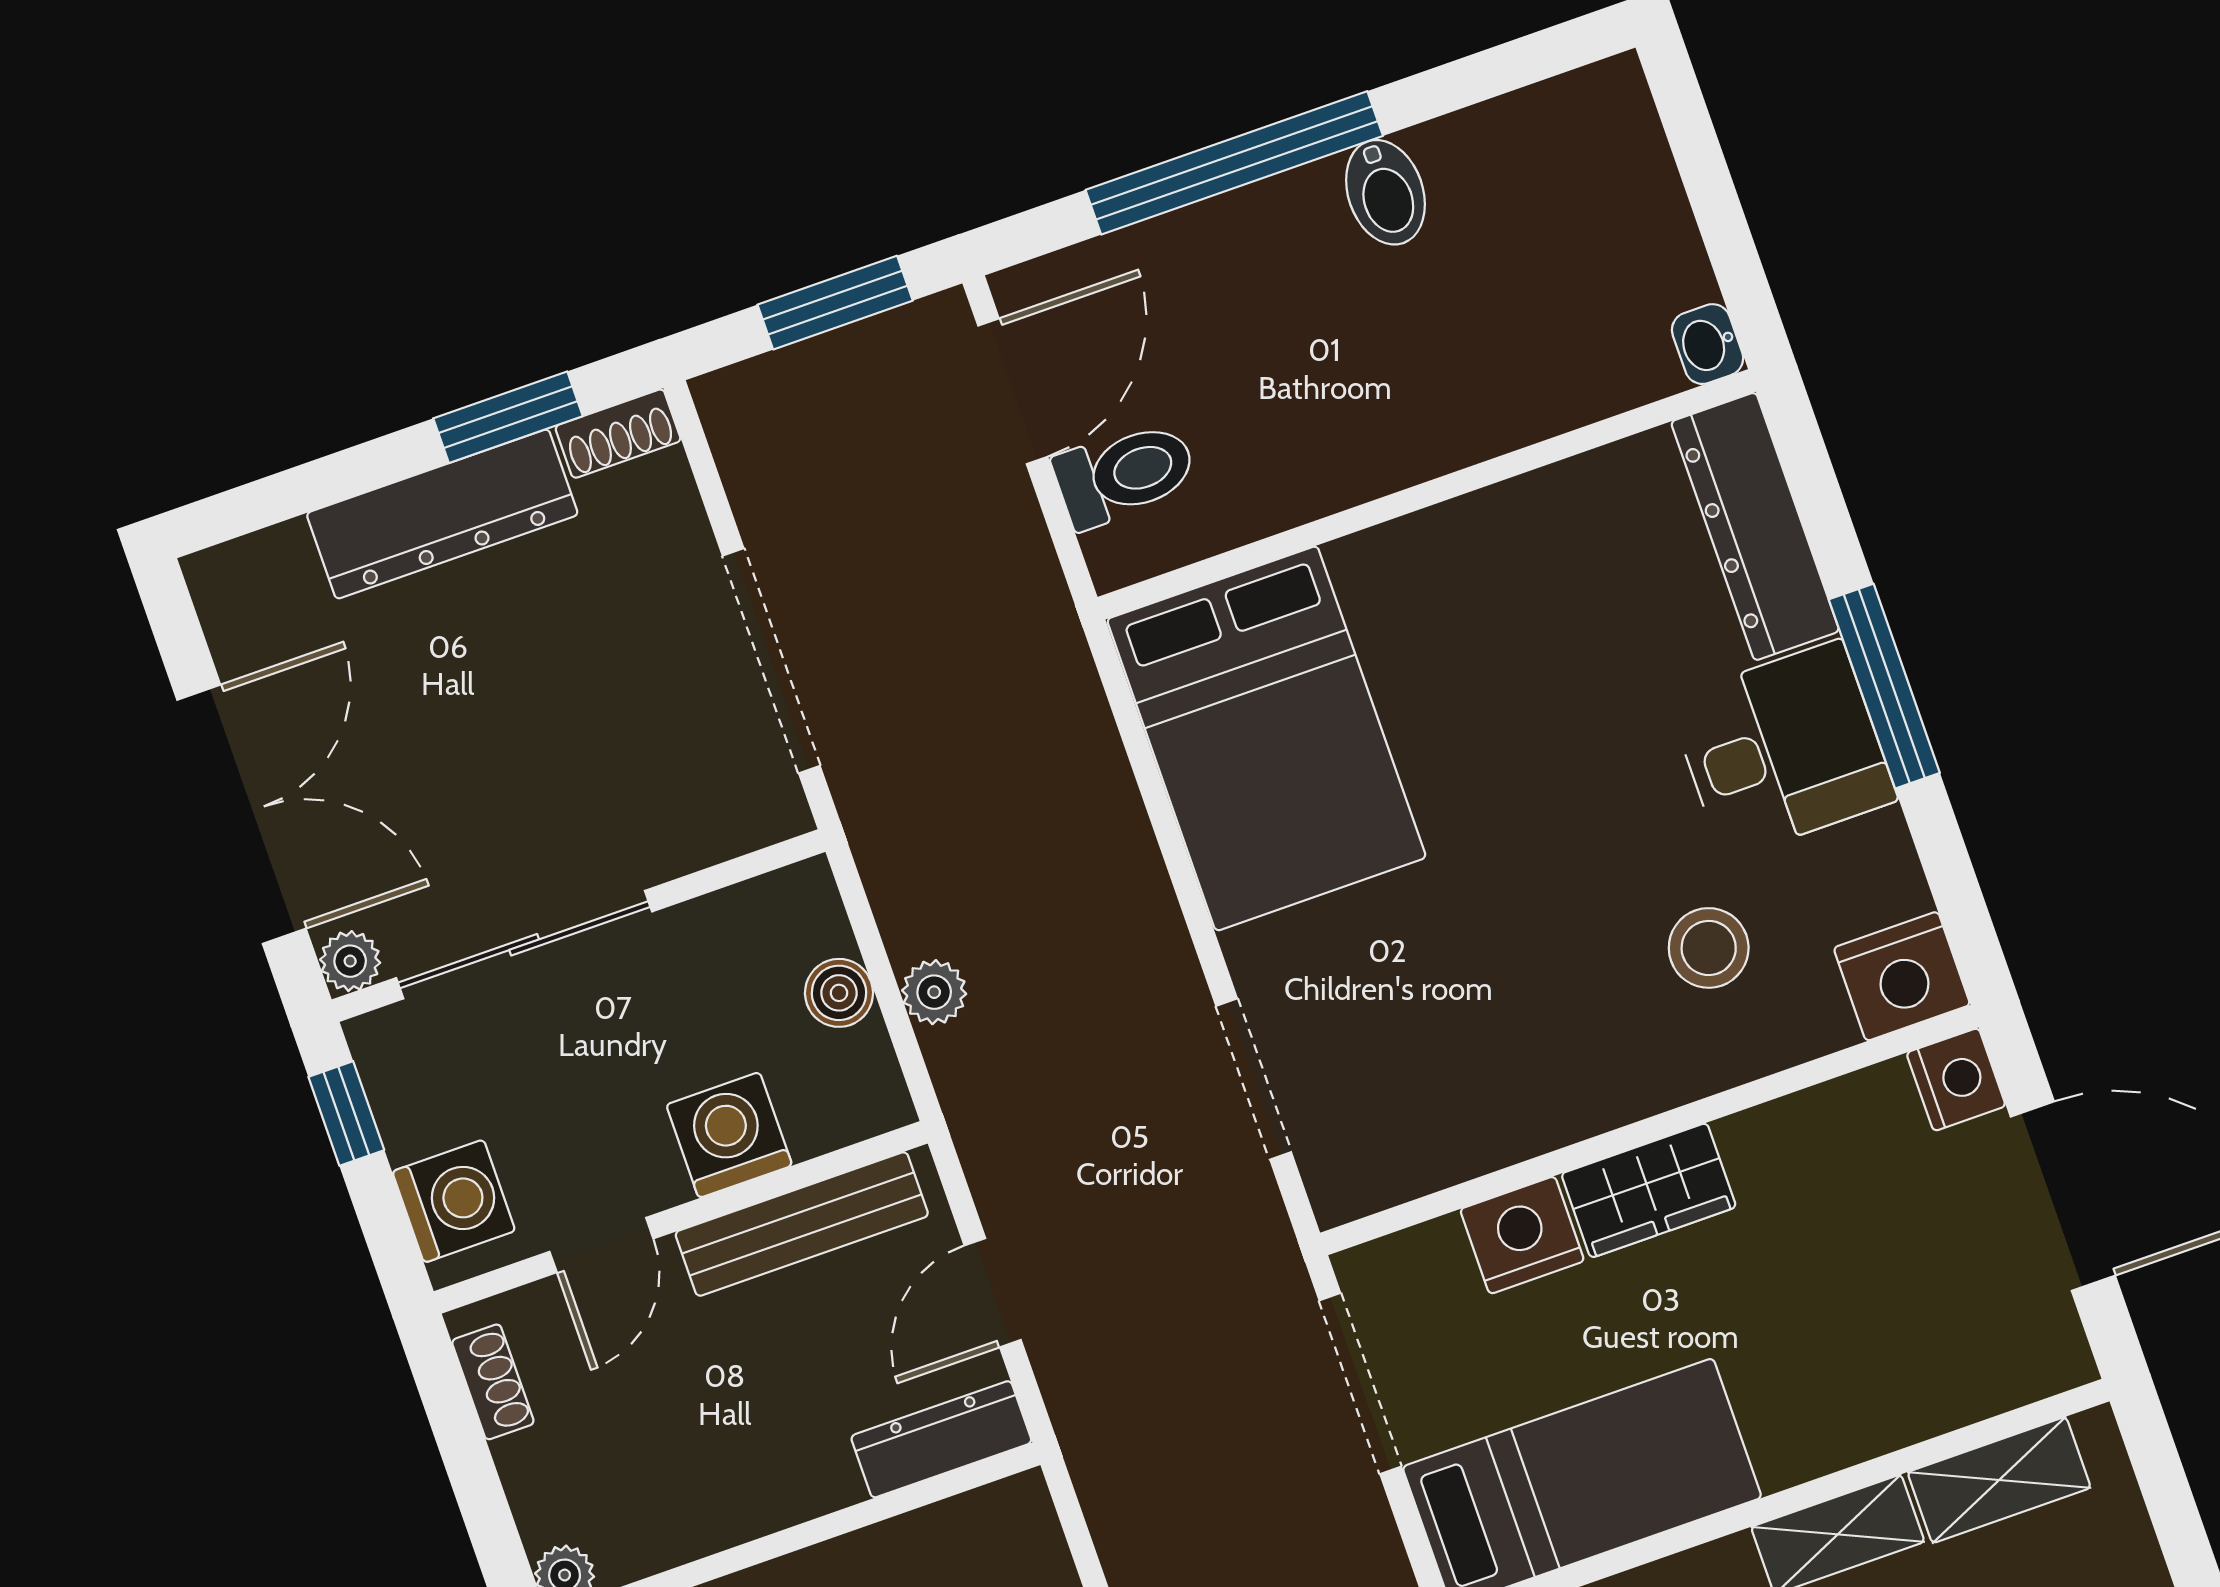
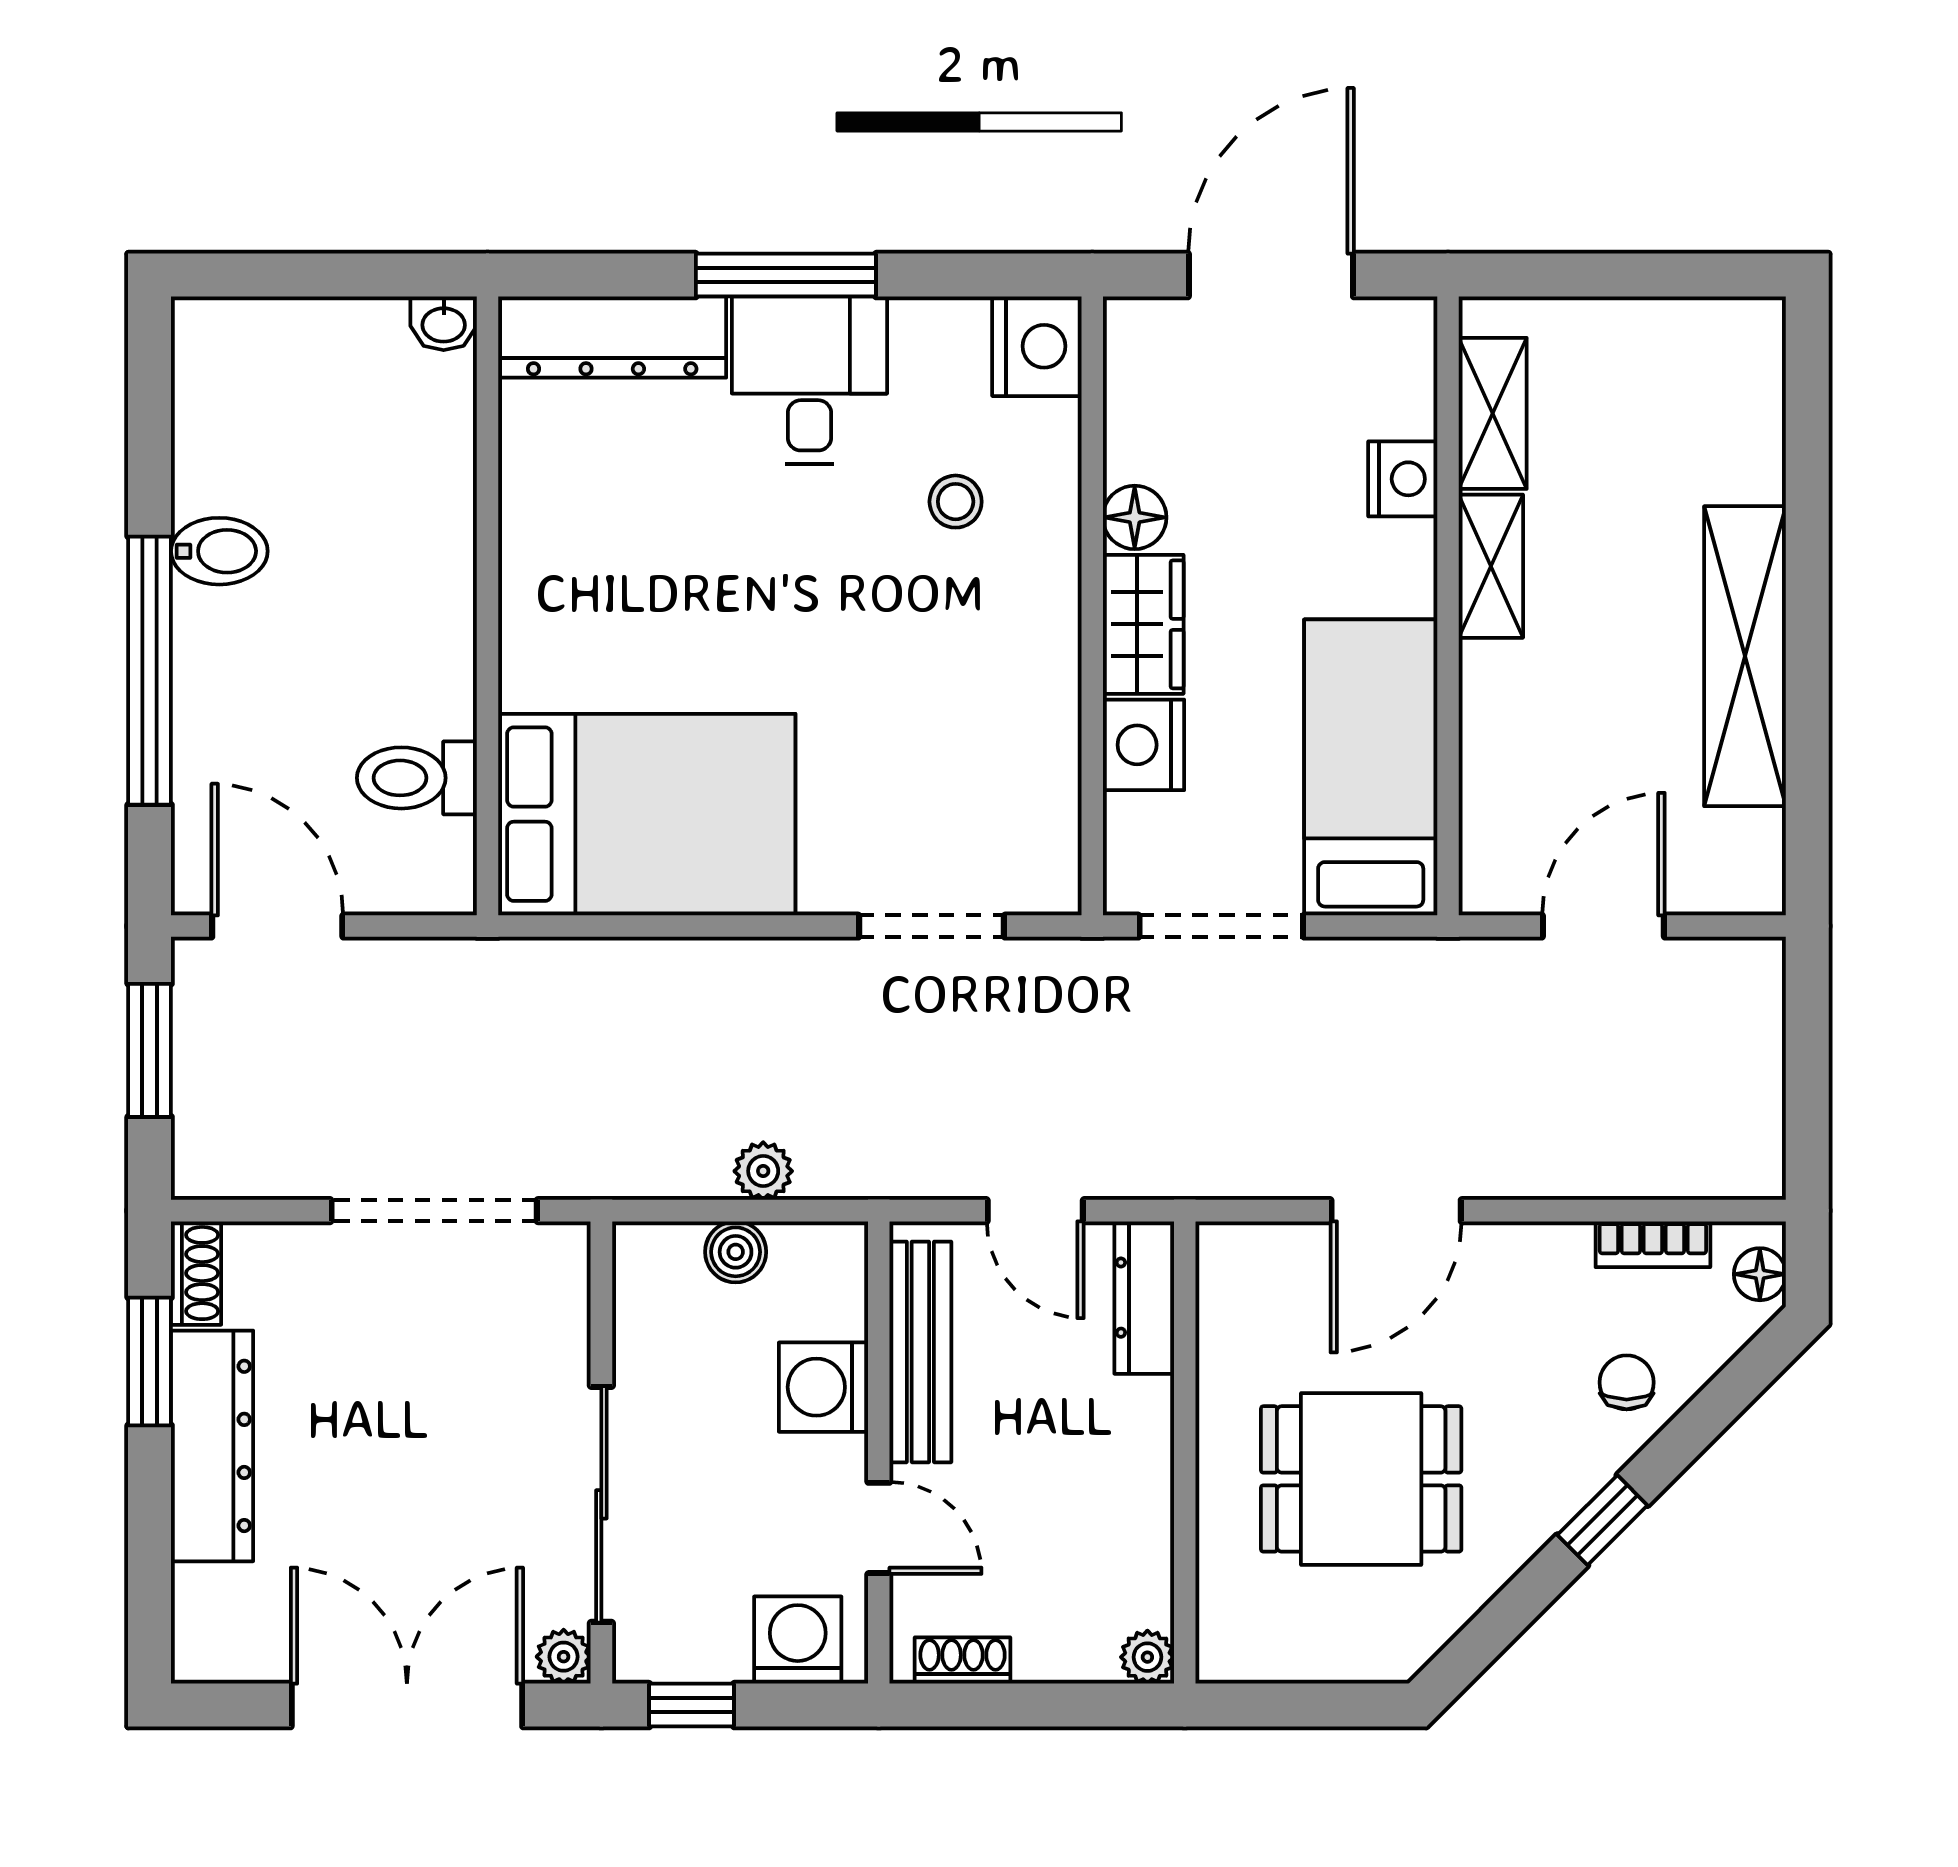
toilet: (1125, 474) -> (417, 778), moved, turned -90
stool: (1709, 948) -> (956, 502), width x0.73, depth x0.73
nightstand: (1956, 1079) -> (1403, 479), moved, turned 90
floor lamp: (1758, 1142) -> (1135, 517), added

